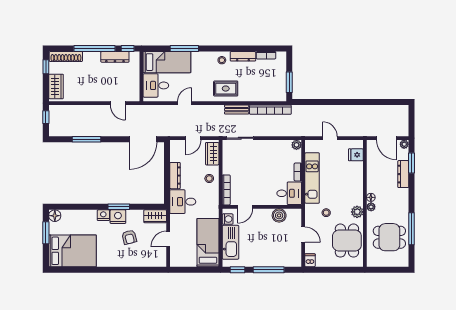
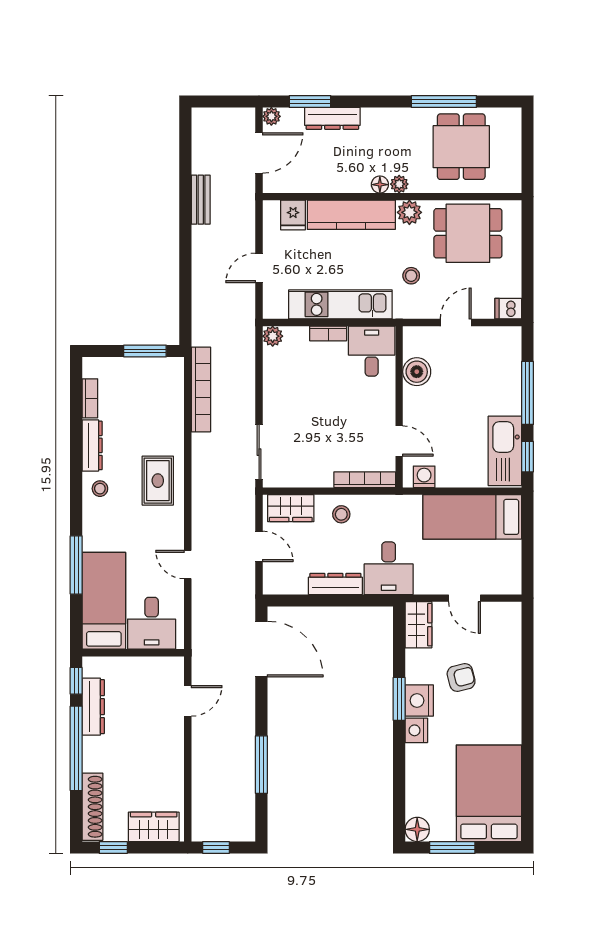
bench: (237, 110) -> (201, 200), moved
kitchen counter: (356, 183) -> (351, 215), added
kitchen sink: (230, 242) -> (505, 451), moved, turned -90

